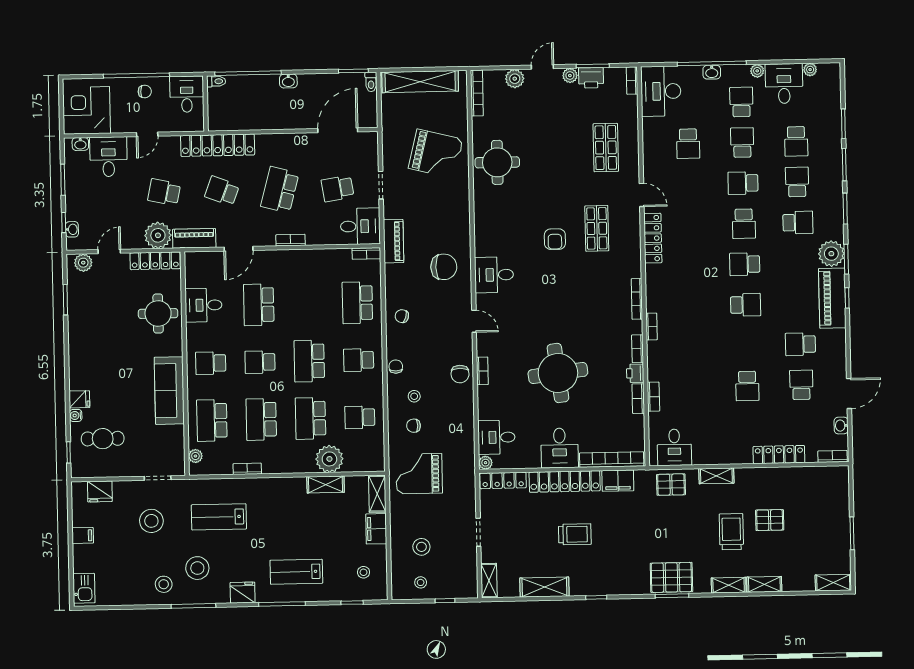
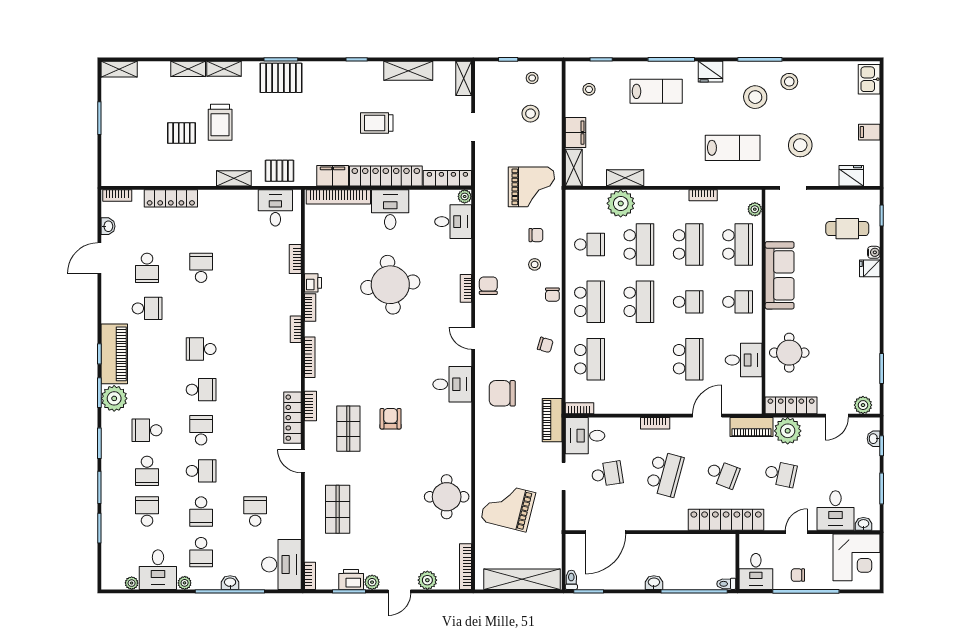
school desk: (359, 360) -> (589, 302), width x1.85
bookcase: (638, 399) -> (310, 406), moved

